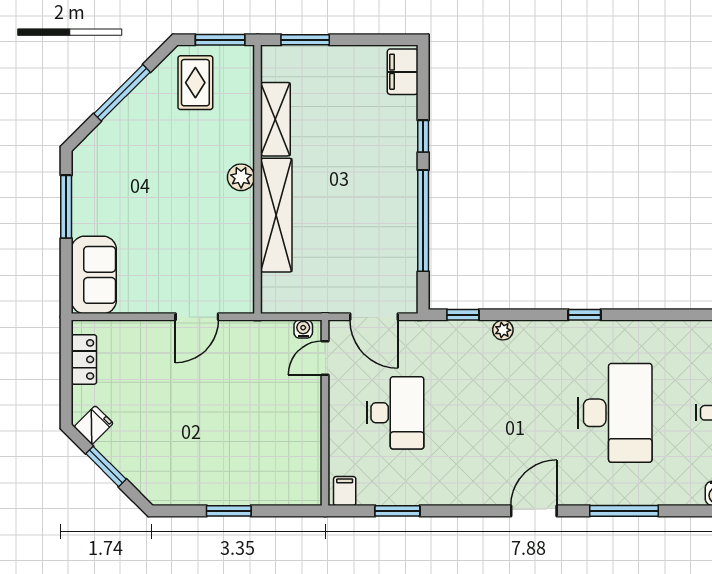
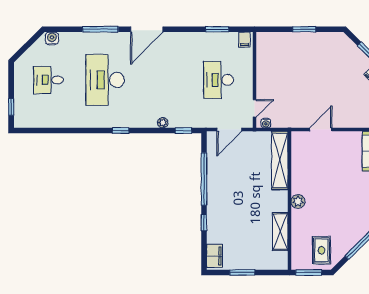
window: (305, 40) -> (242, 272), moved
shelving: (276, 215) -> (280, 161), moved
door: (374, 317) -> (229, 129), swing flipped
door: (534, 511) -> (147, 29), width x1.36

